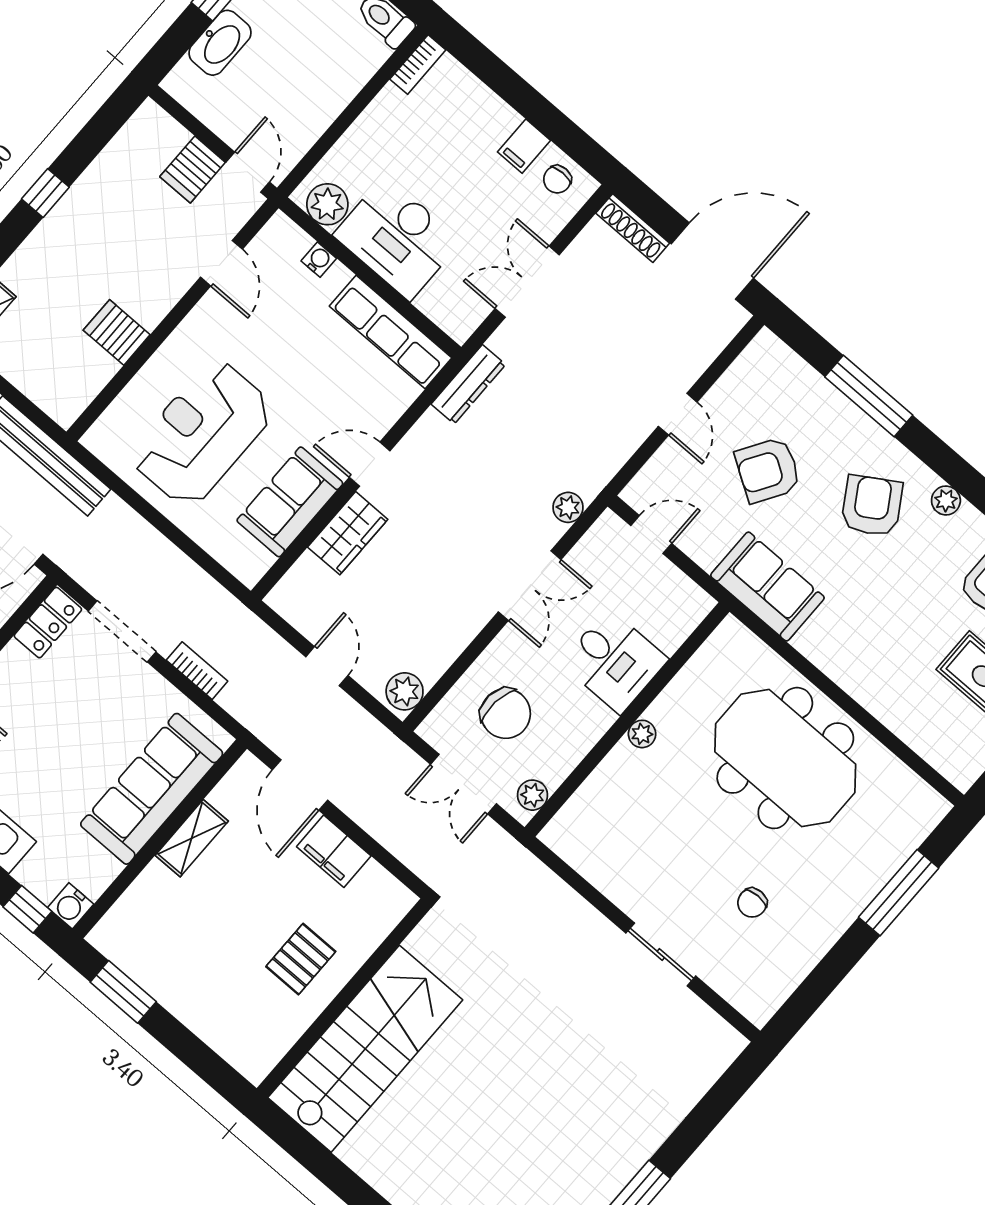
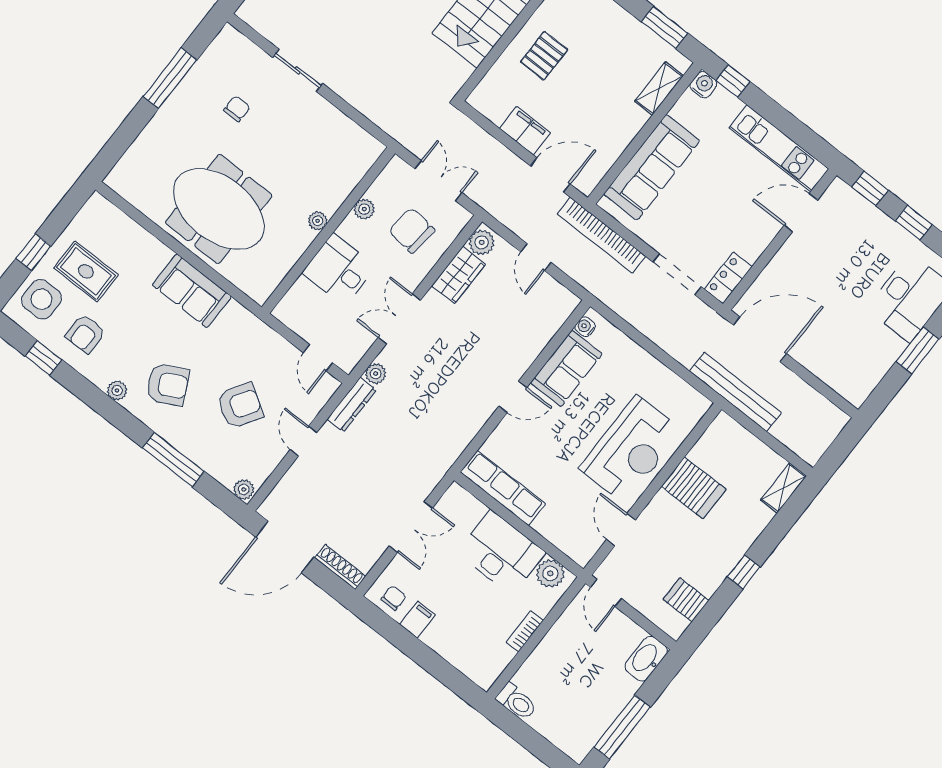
washbasin: (220, 43) -> (646, 659), moved
bookcase: (418, 65) -> (525, 631), moved
server rack: (193, 169) -> (686, 600), moved, turned -90
water cooler: (319, 260) -> (585, 327), moved, turned 90
server rack: (117, 332) -> (694, 488), width x1.36, depth x1.44
plant: (768, 348) -> (244, 489), added
dresser: (468, 384) -> (352, 405), moved, turned 180
reception desk: (202, 433) -> (631, 449), moved
armchair: (872, 506) -> (168, 385), turned -85
wardrobe: (348, 533) -> (459, 275), moved, turned 180
door: (651, 535) -> (318, 358), hinge flipped
sofa: (767, 587) -> (192, 291), moved
bookcase: (197, 671) -> (601, 235), width x2.31, depth x1.31
door: (300, 785) -> (550, 175), hinge flipped
plant: (533, 795) -> (364, 209), moved
shelving: (192, 838) -> (659, 89), moved
window: (899, 893) -> (170, 78), moved

